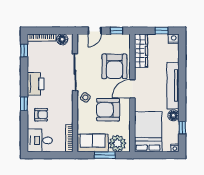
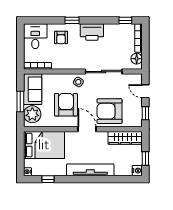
floor lamp: (173, 115) -> (60, 170), removed

